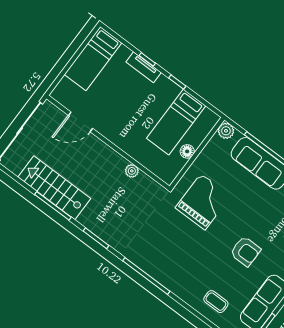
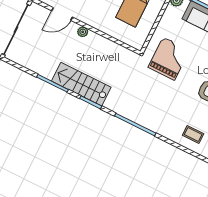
floor lamp: (187, 151) -> (149, 22), removed
plant: (132, 171) -> (83, 32), moved
stairs: (54, 188) -> (81, 84), moved

